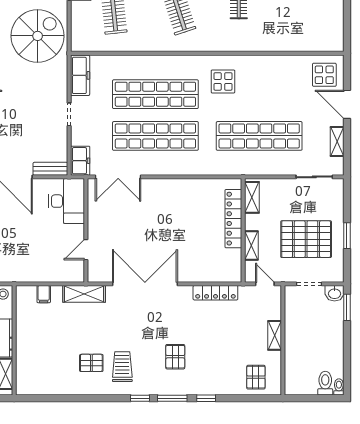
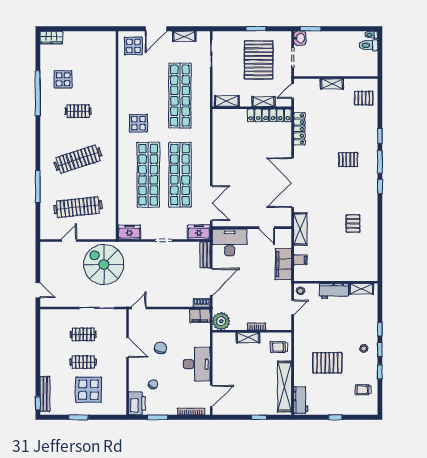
freezer: (80, 75) -> (129, 232), width x0.71
locker: (233, 219) -> (269, 115), moved
filing cabinet: (38, 272) -> (283, 264), added
trolley: (122, 367) -> (356, 200), removed

